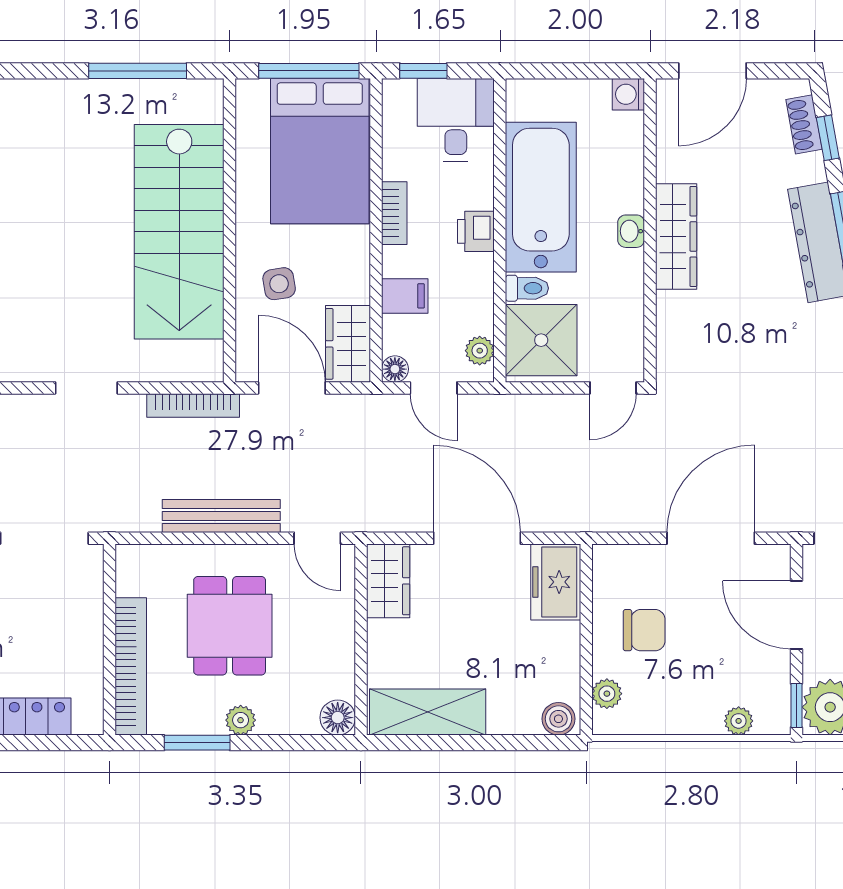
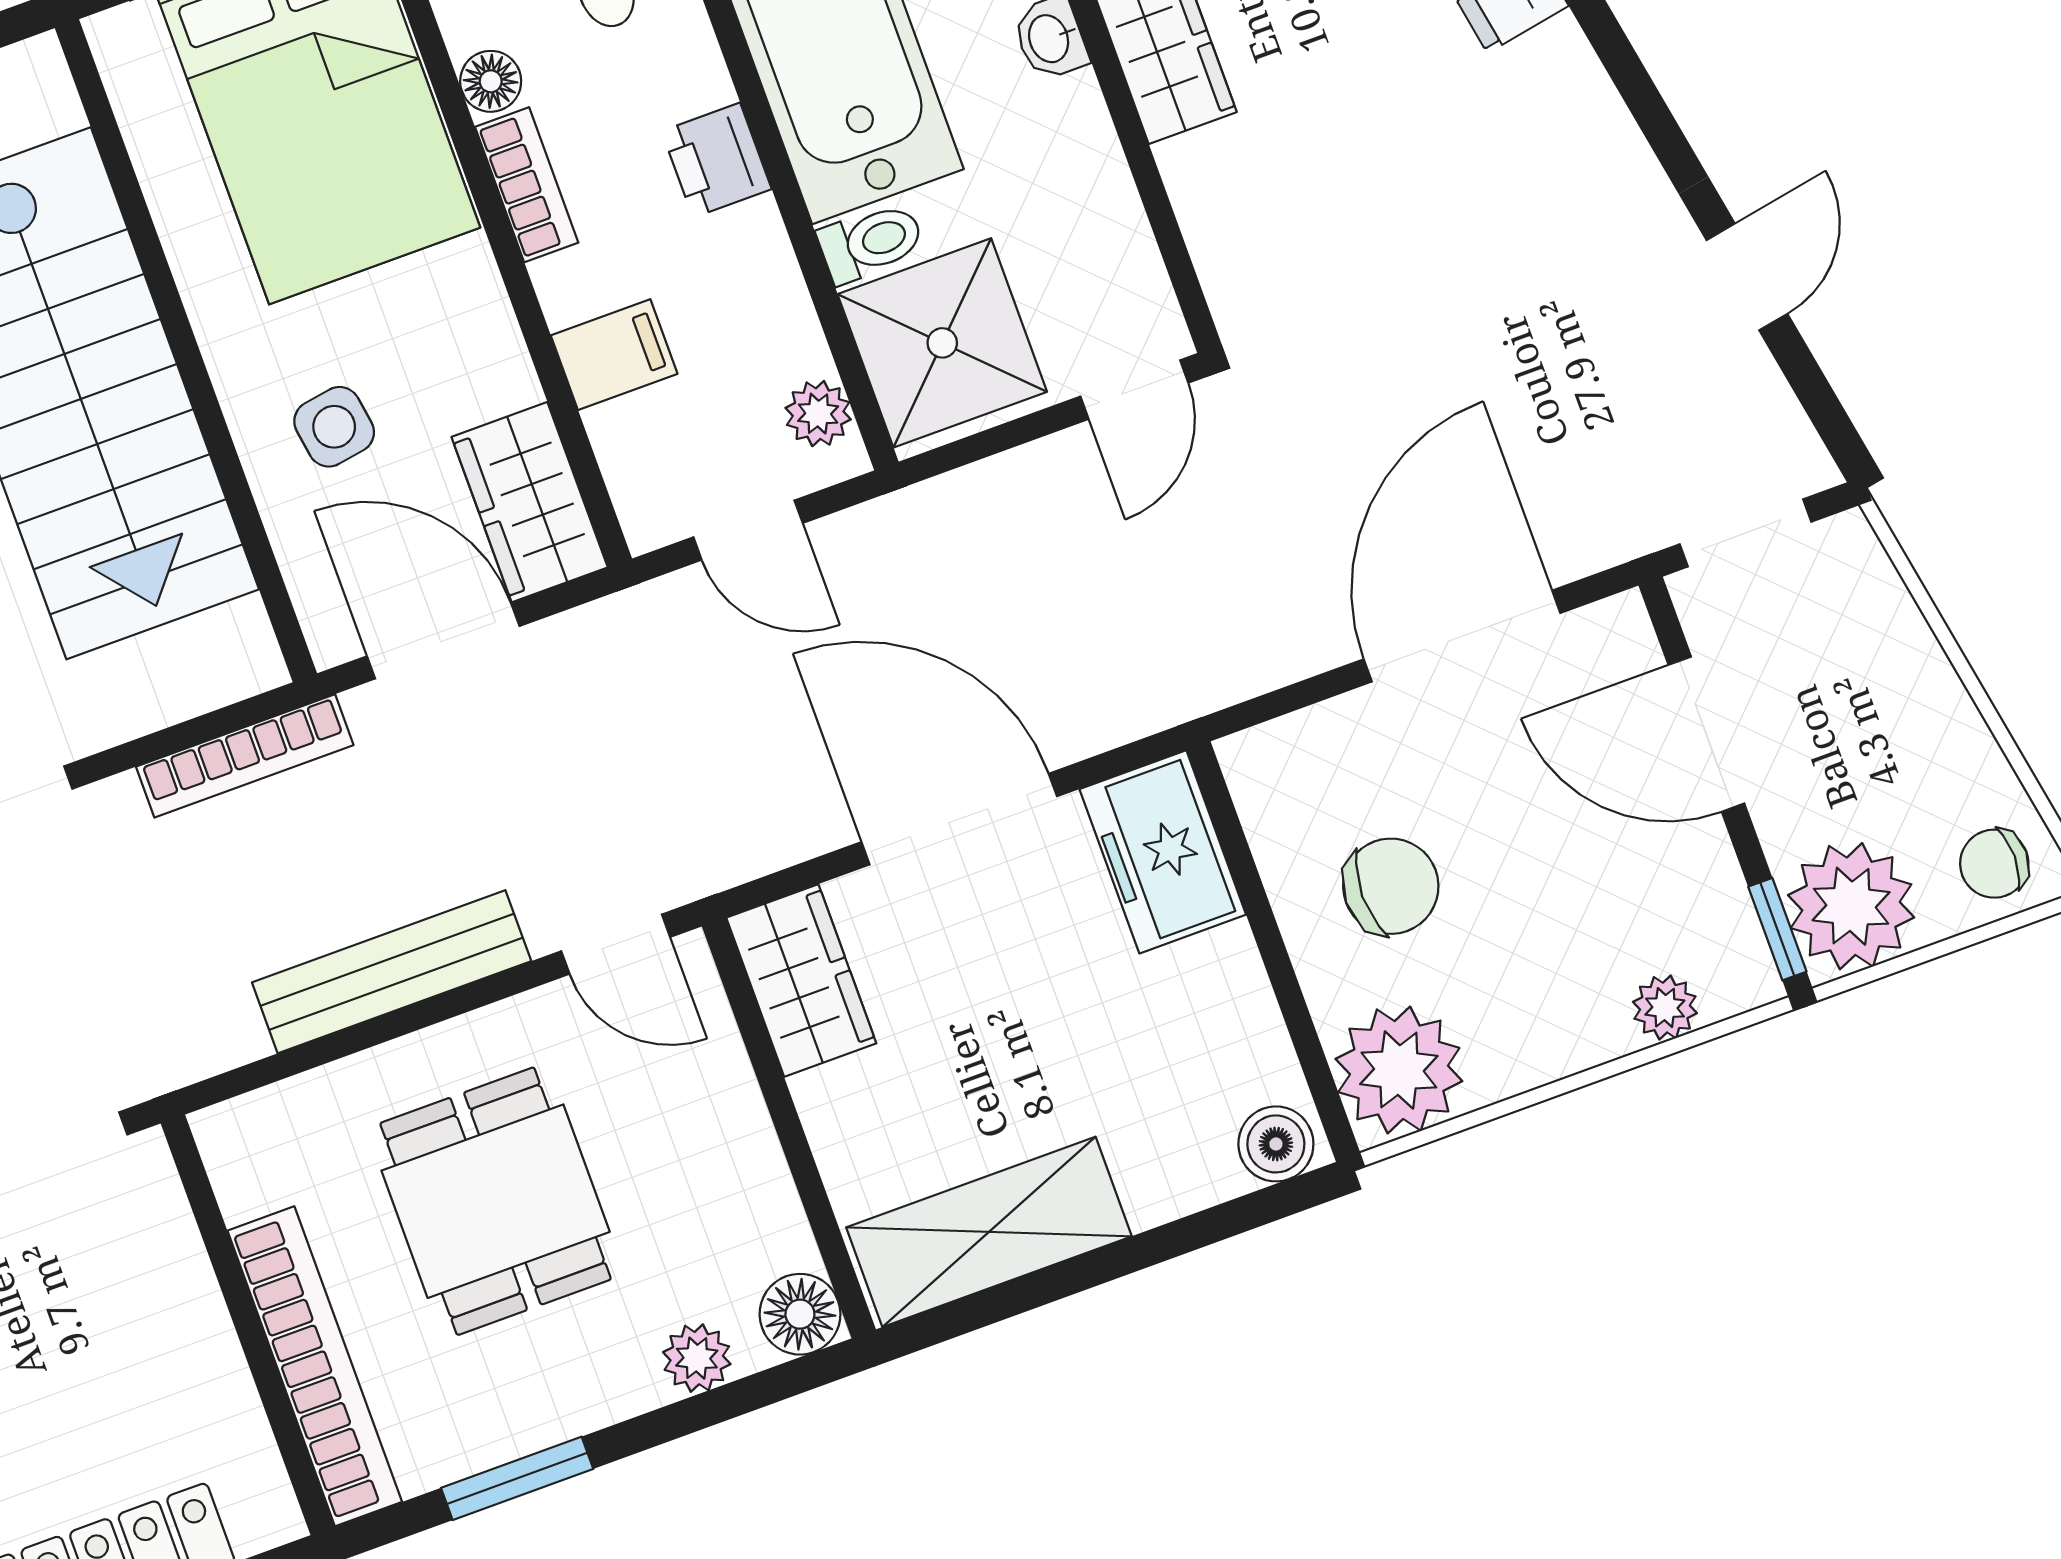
floor lamp: (395, 369) -> (491, 81), moved
plant: (607, 694) -> (1399, 1070), width x1.88, depth x1.88
plant: (241, 720) -> (697, 1358), moved

